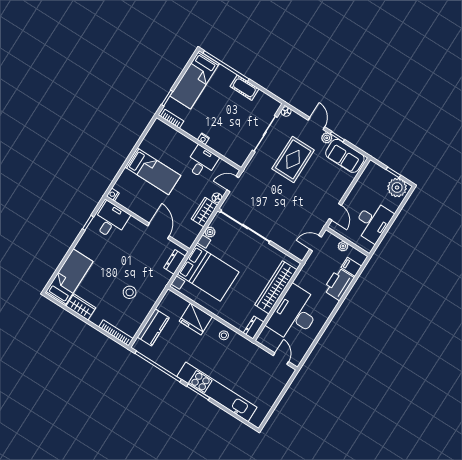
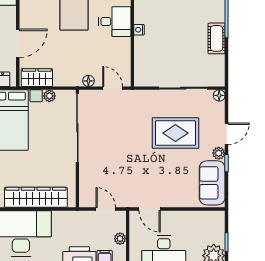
desk: (202, 162) -> (115, 22), moved
wardrobe: (204, 212) -> (37, 78), moved
door: (335, 212) -> (150, 209), hinge flipped

